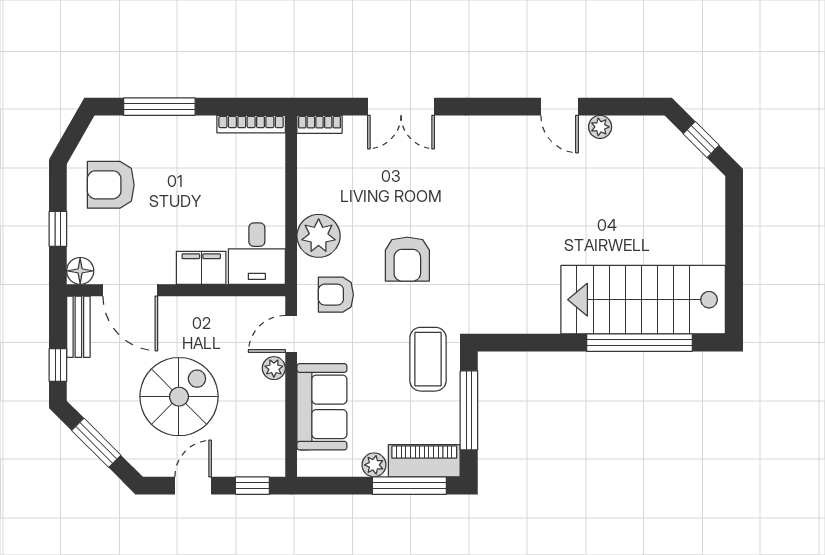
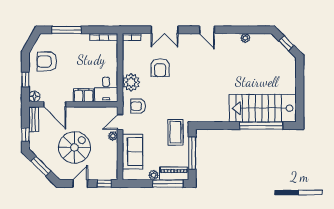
door: (560, 107) -> (207, 30), moved
armchair: (407, 259) -> (160, 68), moved

